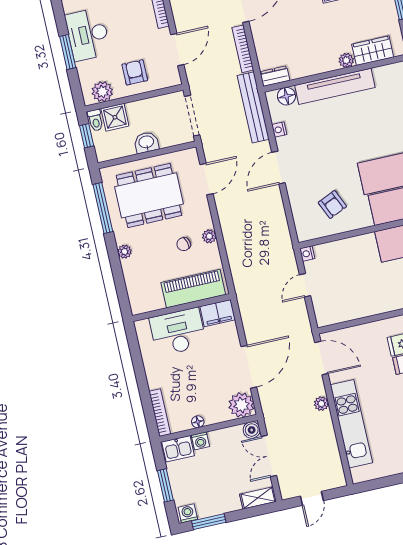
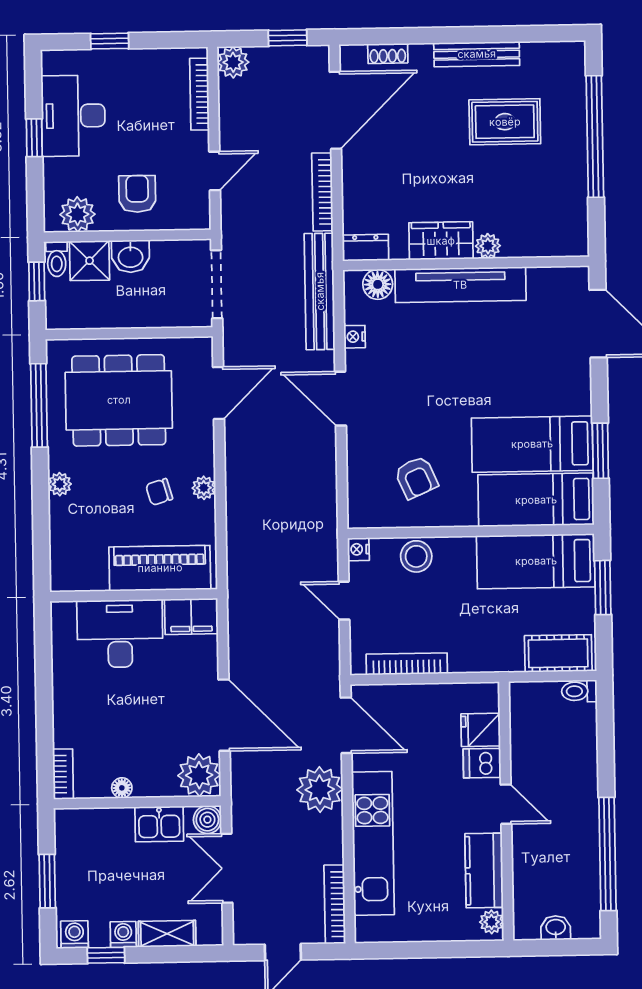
door: (177, 50) -> (215, 171), width x0.73
wardrobe: (373, 51) -> (441, 241), moved
window: (68, 52) -> (34, 138), width x0.67
washbasin: (146, 142) -> (131, 256), moved, turned 180
door: (278, 168) -> (340, 399), hinge flipped
stool: (342, 251) -> (416, 556), added
door: (305, 285) -> (344, 601), hinge flipped
bookcase: (349, 315) -> (407, 664), added
door: (249, 367) -> (224, 715), hinge flipped
plant: (321, 404) -> (320, 789), width x1.87, depth x1.87
bookcase: (160, 413) -> (63, 774), width x0.64
washing machine: (200, 441) -> (123, 934), moved, turned 180
kitchen sink: (178, 449) -> (159, 824), moved
bookcase: (336, 464) -> (335, 904), added
shelving: (258, 498) -> (167, 934), moved
window: (209, 522) -> (106, 955), width x0.67

